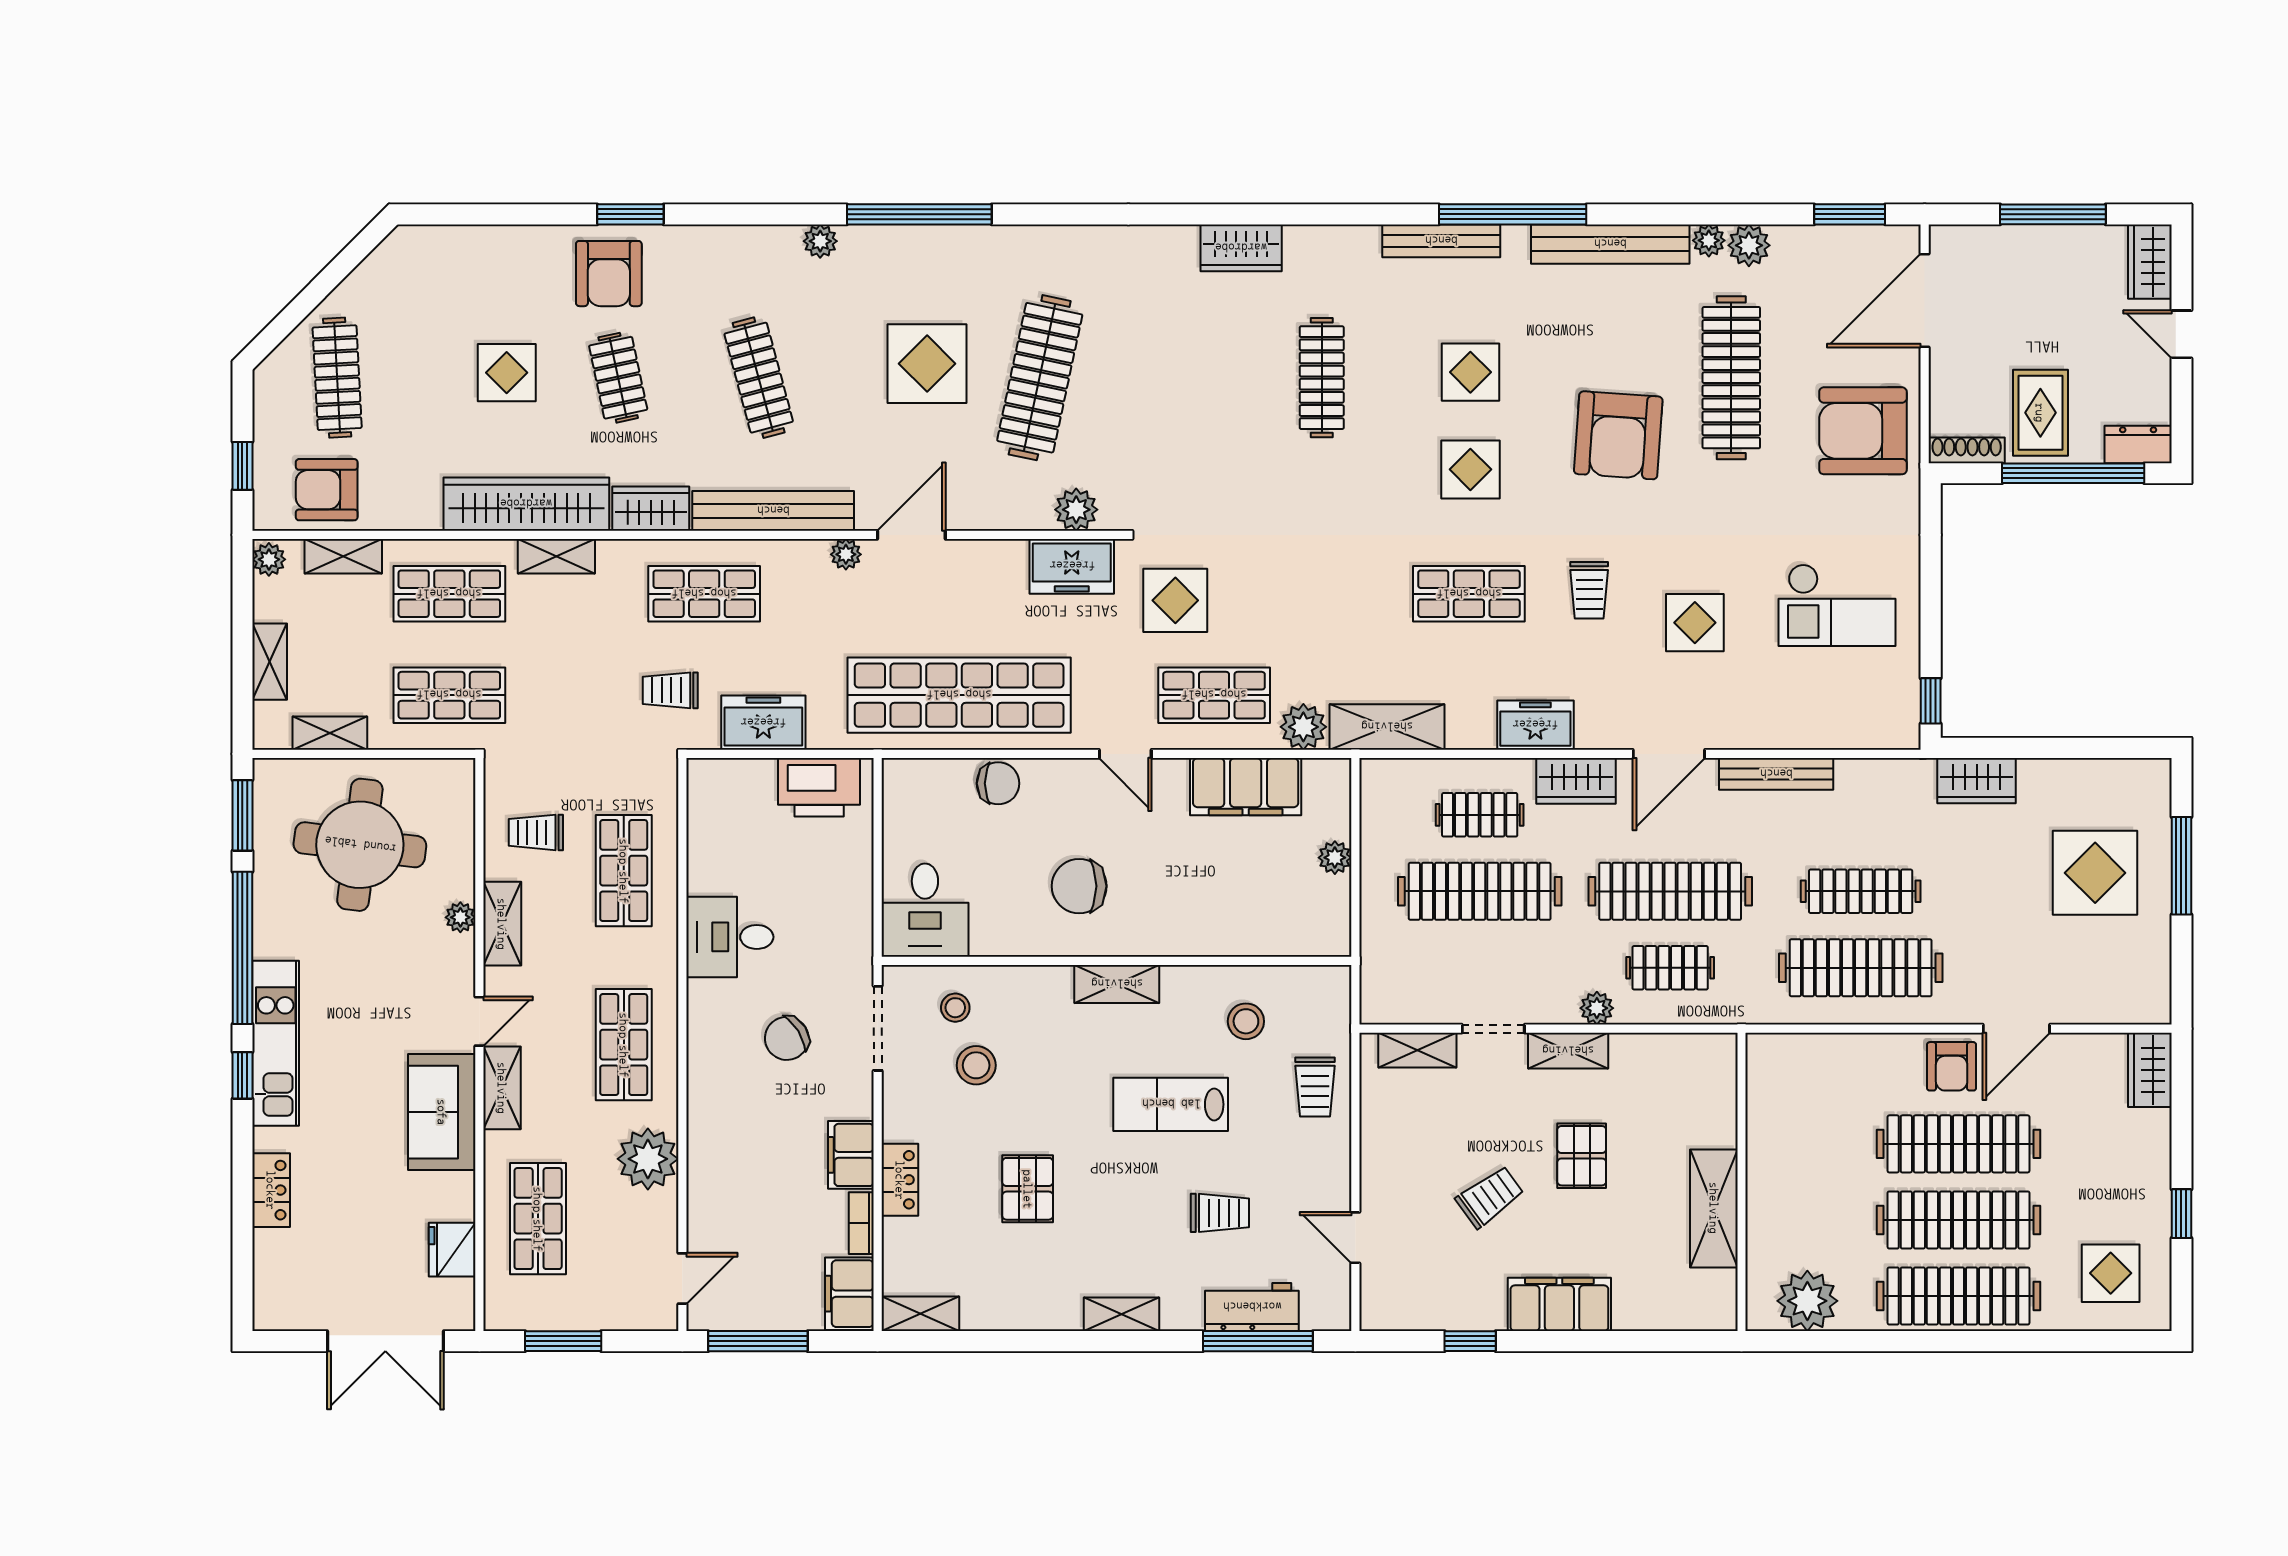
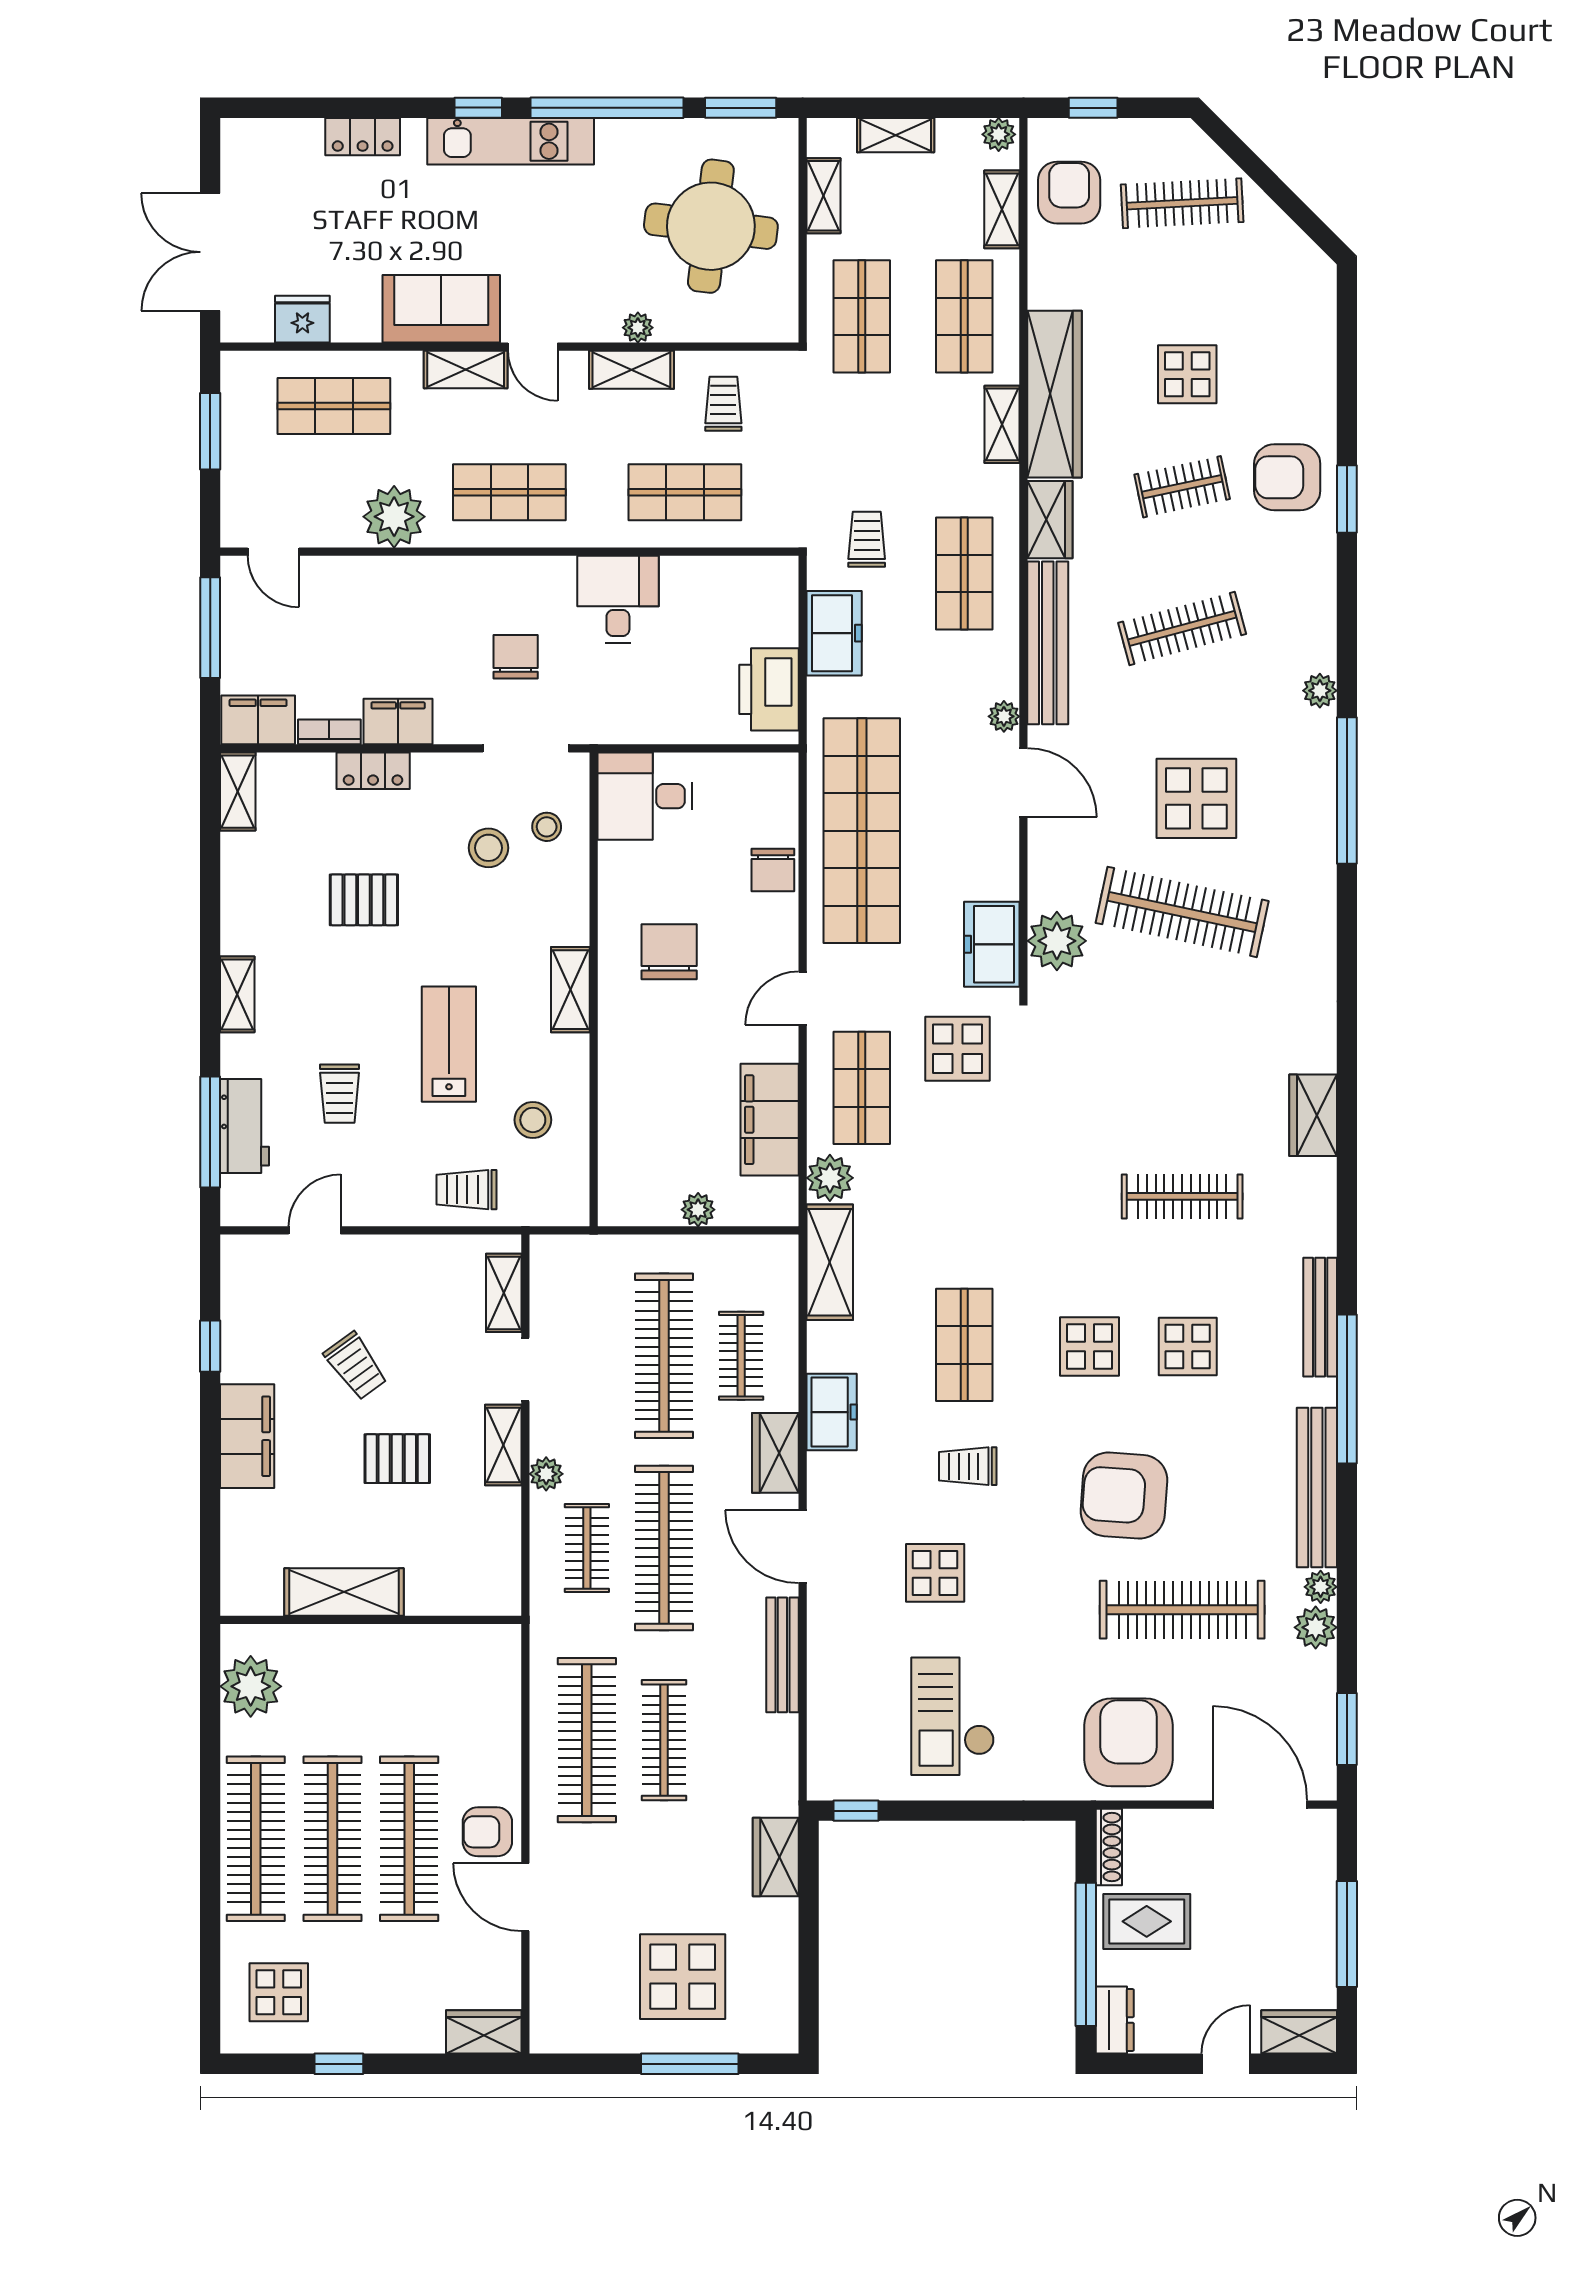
plant: (1076, 510) -> (1057, 941), width x1.36, depth x1.36
chair: (787, 1038) -> (516, 657), turned 32

